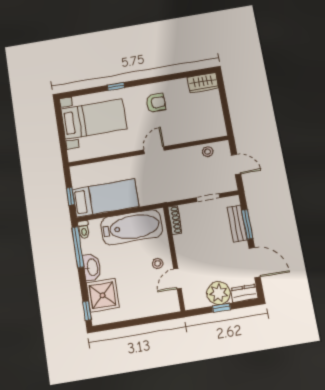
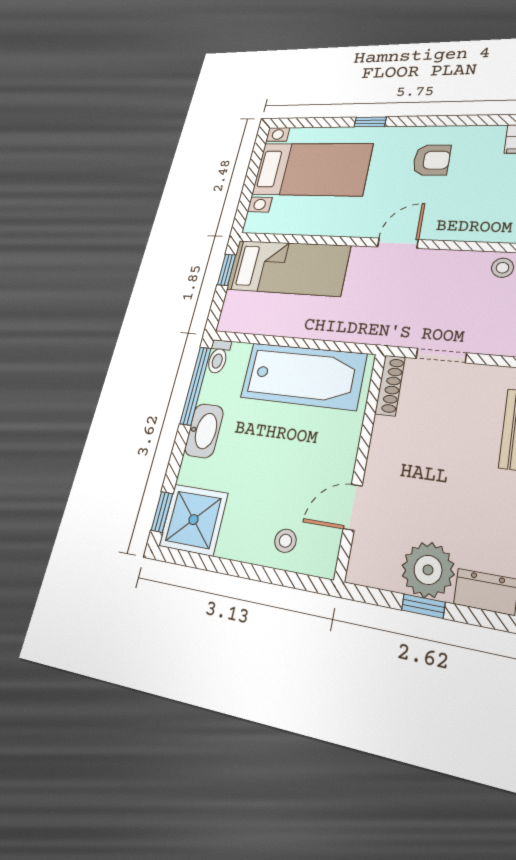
window: (70, 196) -> (226, 270), moved
bed: (106, 198) -> (288, 268), moved
doorway: (208, 198) -> (441, 356), moved
stool: (158, 263) -> (285, 541), moved
shower: (103, 295) -> (193, 520), moved

